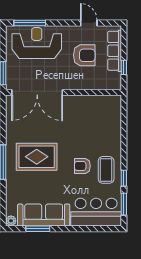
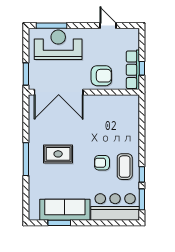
row of seats: (115, 51) -> (133, 70), moved
armchair: (84, 55) -> (101, 76), moved
rug: (37, 157) -> (58, 154), width x0.73, depth x0.70
plant: (11, 221) -> (33, 215), removed

